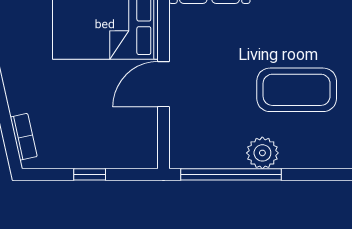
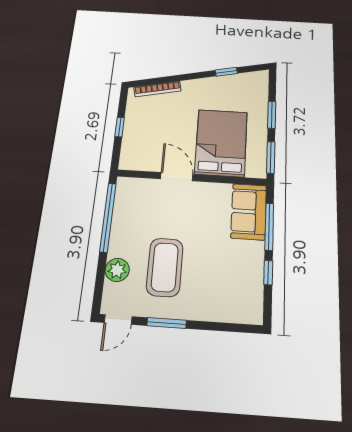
bookcase: (24, 137) -> (157, 89), width x1.56
plant: (262, 153) -> (117, 270), moved

